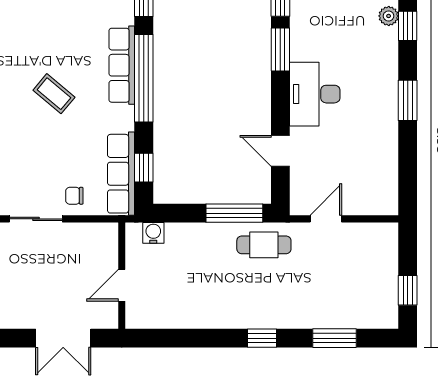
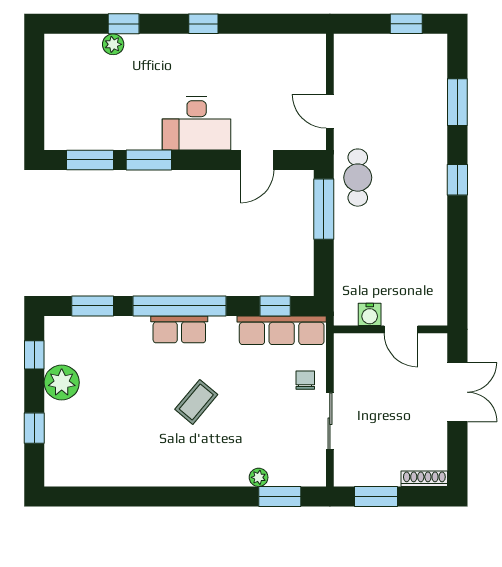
row of seats: (122, 65) -> (179, 329), width x0.68
window: (408, 100) -> (203, 24), width x0.67
chair: (74, 196) -> (305, 380), turned 180
water cooler: (153, 233) -> (370, 314), moved, turned -90

